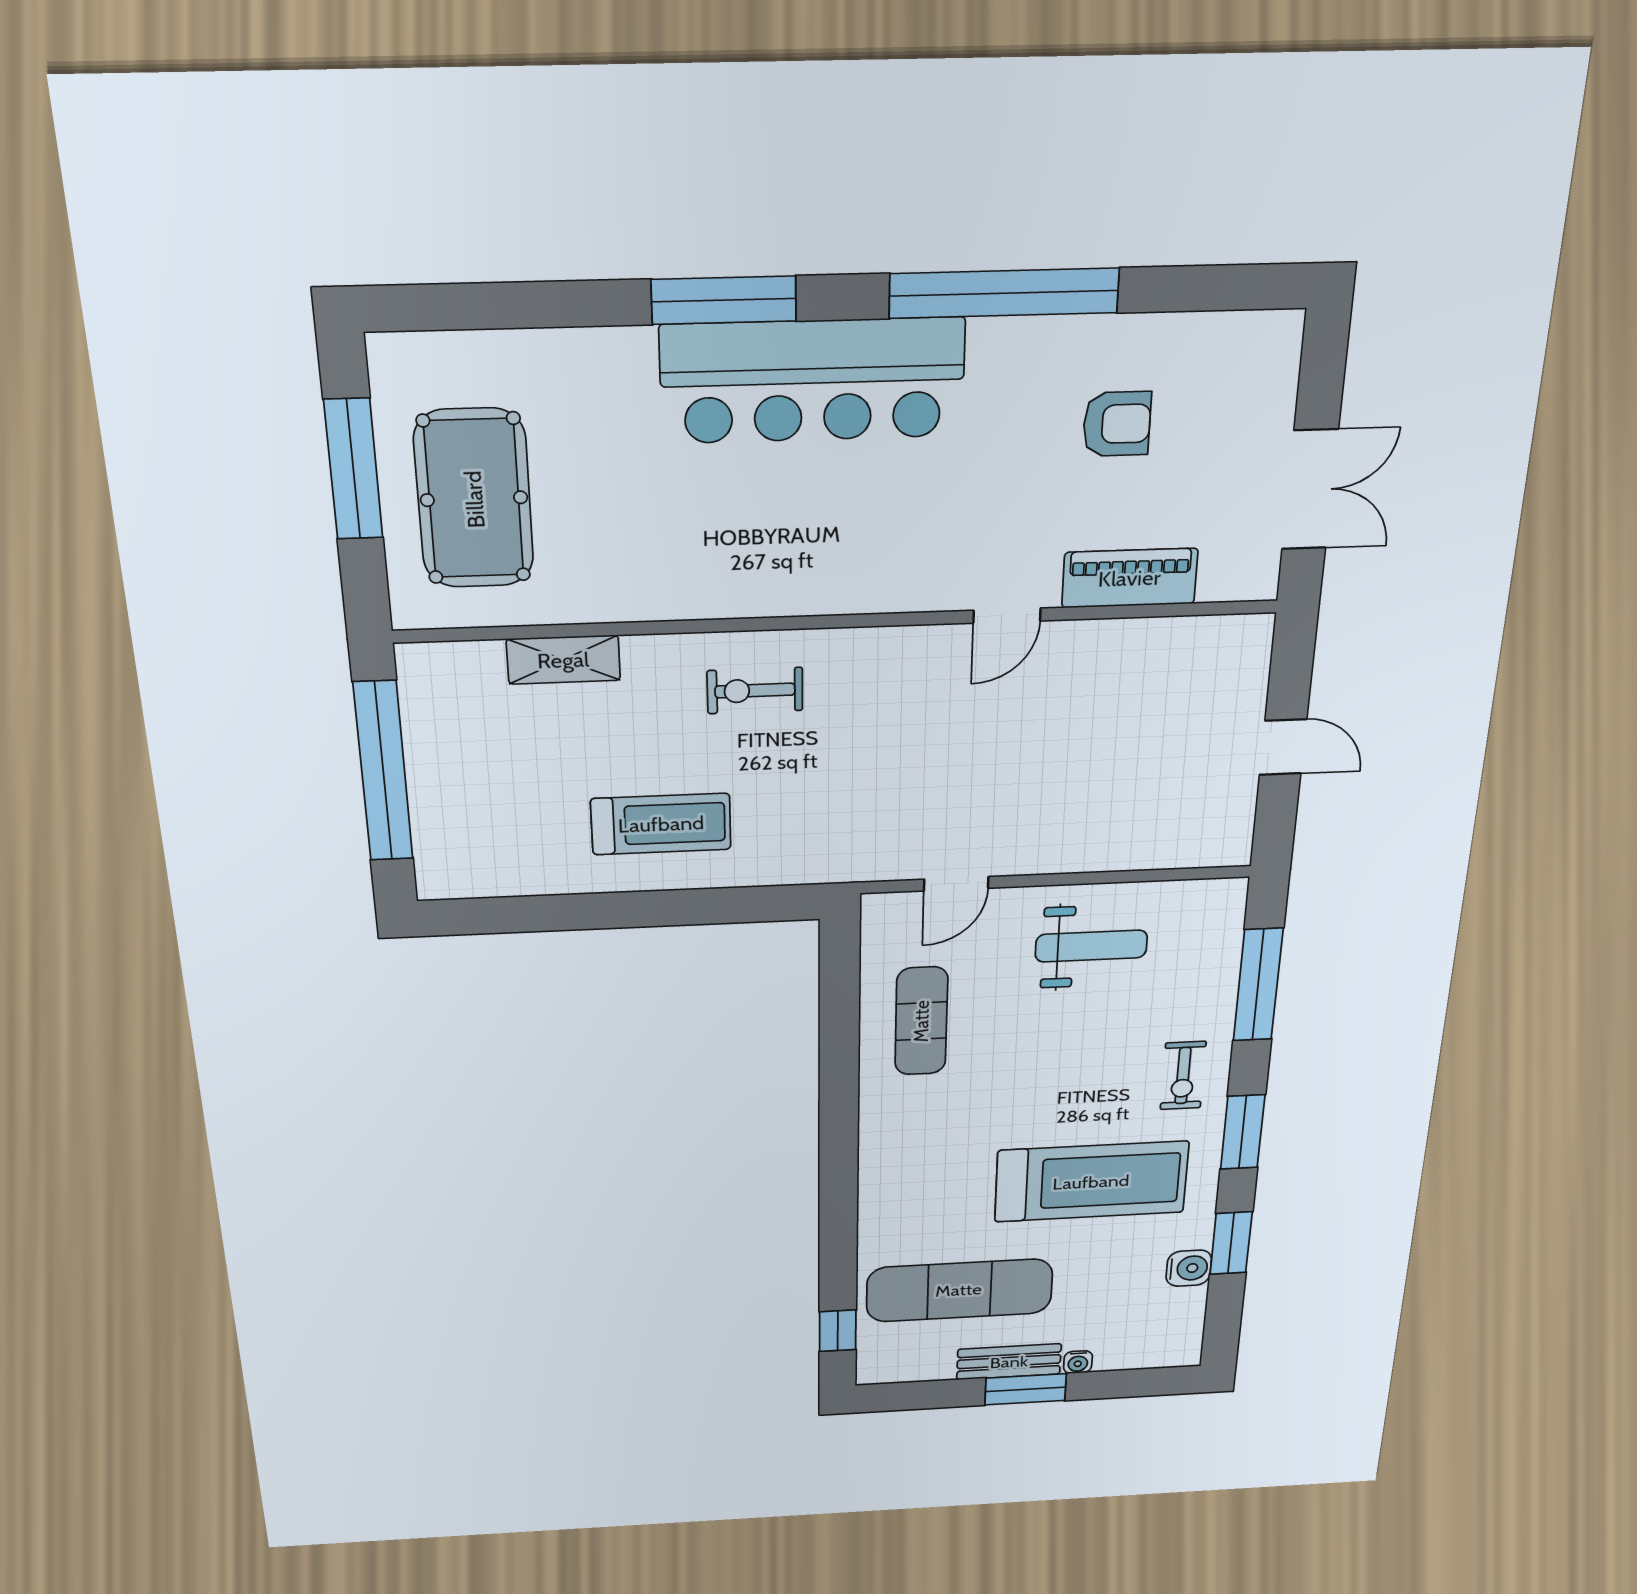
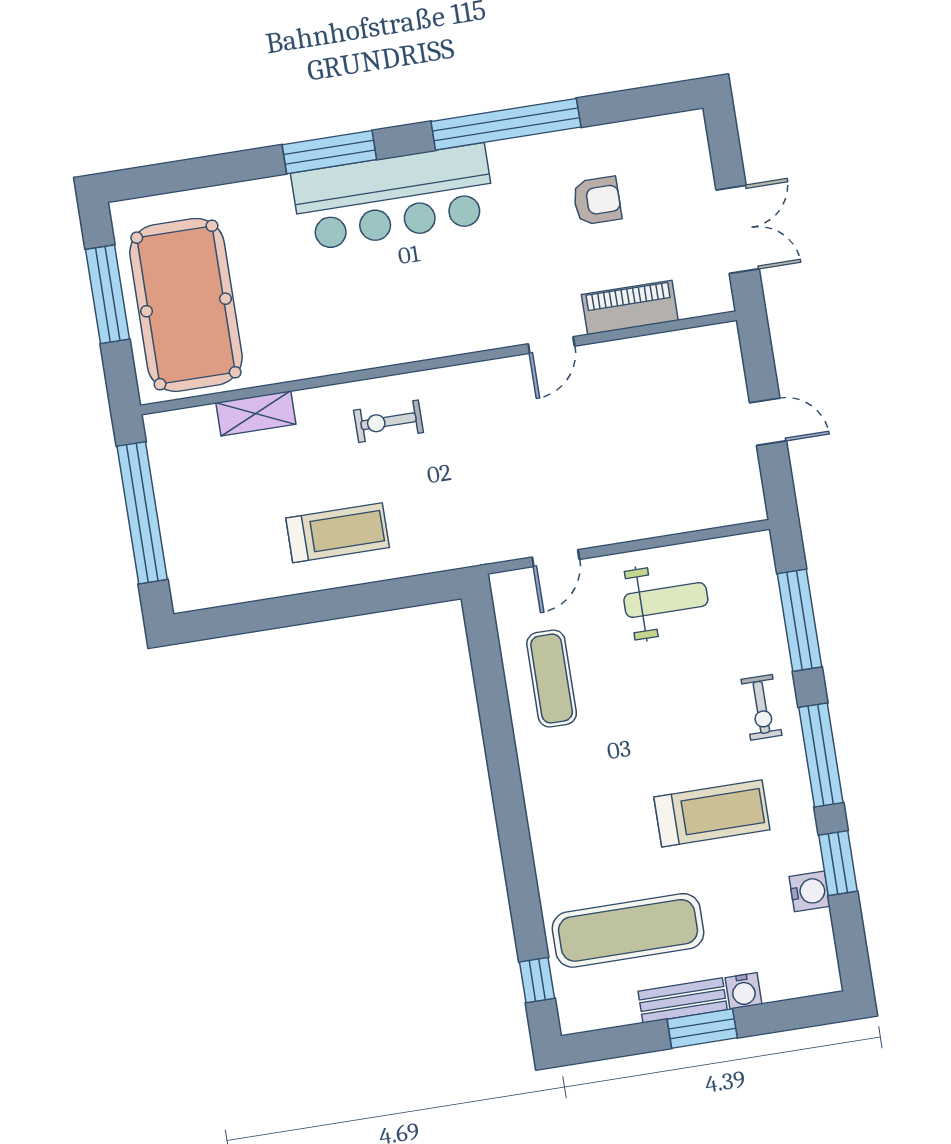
pool table: (474, 499) -> (186, 305), width x1.36, depth x1.32
window: (1243, 1132) -> (821, 755), width x1.44
treadmill: (1091, 1182) -> (712, 813), width x0.73, depth x0.73
water cooler: (1078, 1362) -> (744, 991), width x1.38, depth x1.38

